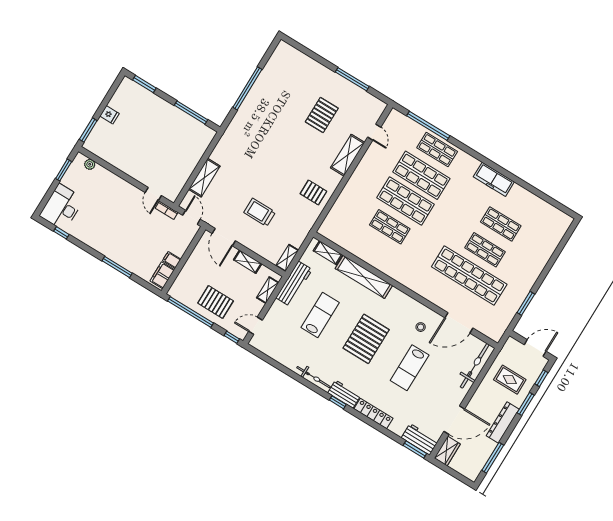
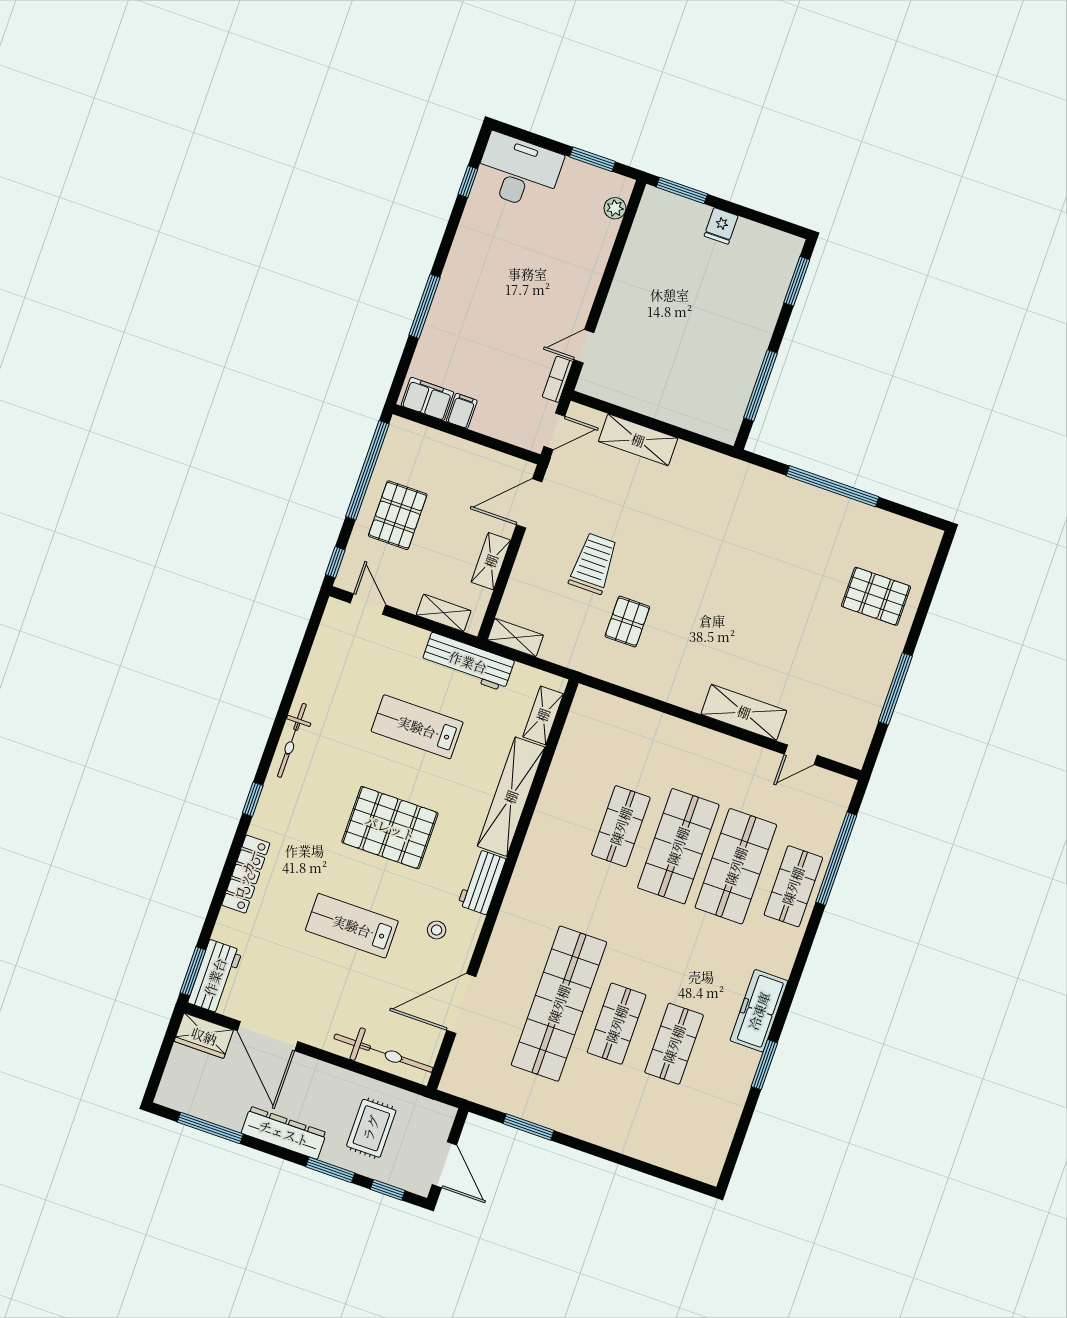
pallet: (322, 115) -> (876, 596), moved
window: (521, 182) -> (764, 1065), added
pallet: (313, 192) -> (627, 622), moved
lab bench: (320, 315) -> (417, 727), turned 180
door: (459, 323) -> (461, 1004), hinge flipped
workbench: (344, 394) -> (482, 882), moved, turned 180

